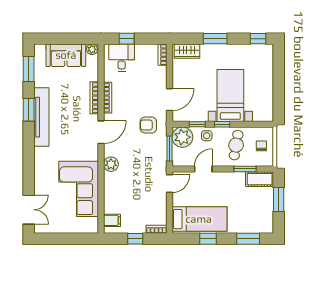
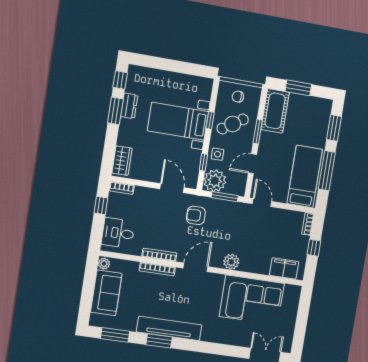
window: (127, 39) -> (101, 205), moved
window: (215, 39) -> (115, 111), moved
dresser: (237, 50) -> (129, 106), added
window: (222, 124) -> (210, 120), moved
armchair: (148, 125) -> (196, 215), turned 90
door: (101, 132) -> (195, 267), hinge flipped
cafe table: (236, 145) -> (233, 124), turned -43
door: (203, 169) -> (252, 164), hinge flipped
window: (245, 169) -> (258, 132), moved
cot: (260, 179) -> (275, 111), width x1.37, depth x1.34
filing cabinet: (112, 220) -> (284, 268), width x2.00
window: (208, 239) -> (327, 171), width x2.17

